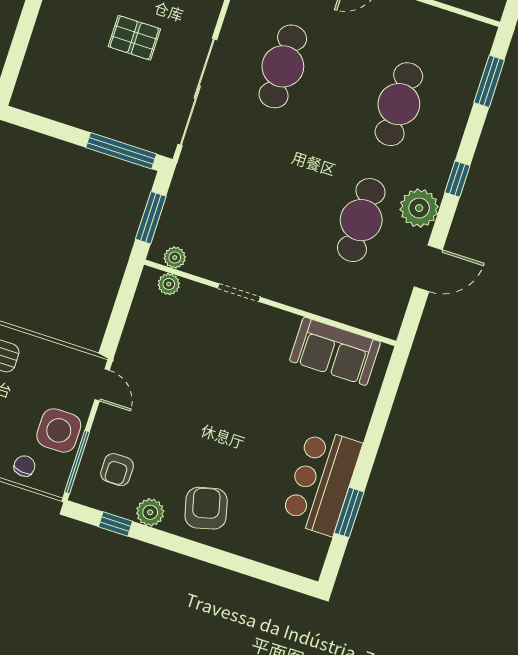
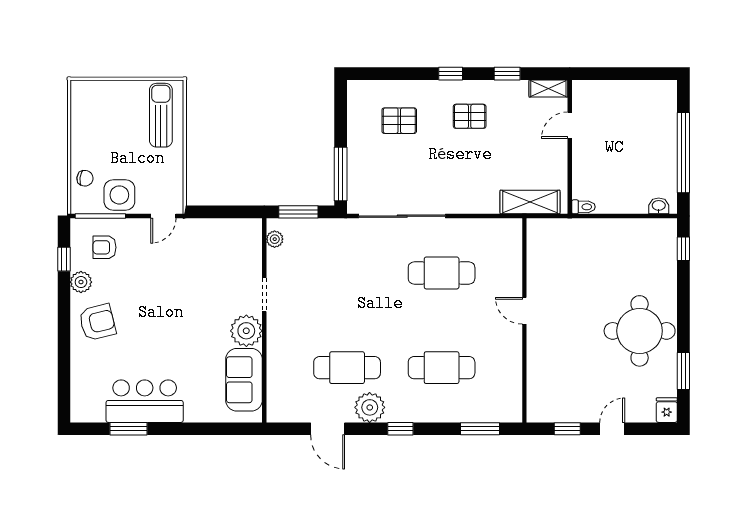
pallet: (134, 38) -> (399, 121), moved, turned 90
plant: (169, 284) -> (246, 331), moved, width x1.88, depth x1.88

